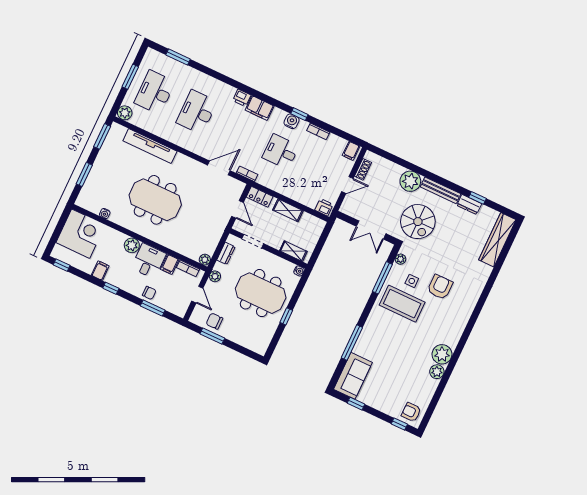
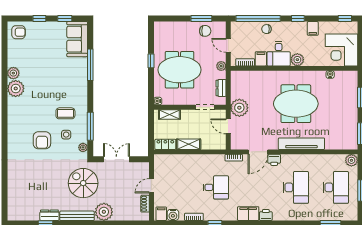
water cooler: (292, 121) -> (173, 215), moved
tv unit: (150, 146) -> (301, 144), moved
locker: (260, 197) -> (165, 144), moved
printer: (324, 207) -> (274, 160), moved
wardrobe: (497, 240) -> (15, 198), removed
plant: (205, 260) -> (239, 108), moved, width x1.88, depth x1.88
coffee table: (402, 304) -> (65, 113), width x0.54, depth x0.58
window: (153, 308) -> (258, 19), width x2.11
window: (399, 424) -> (39, 19), moved

